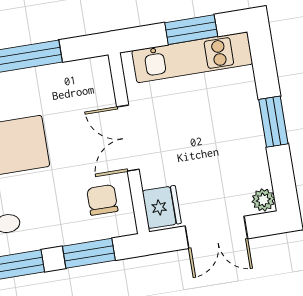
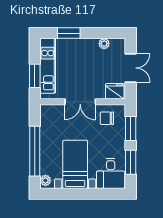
window: (191, 30) -> (35, 76), moved
window: (273, 122) -> (69, 33), moved
plant: (263, 200) -> (104, 44), moved

